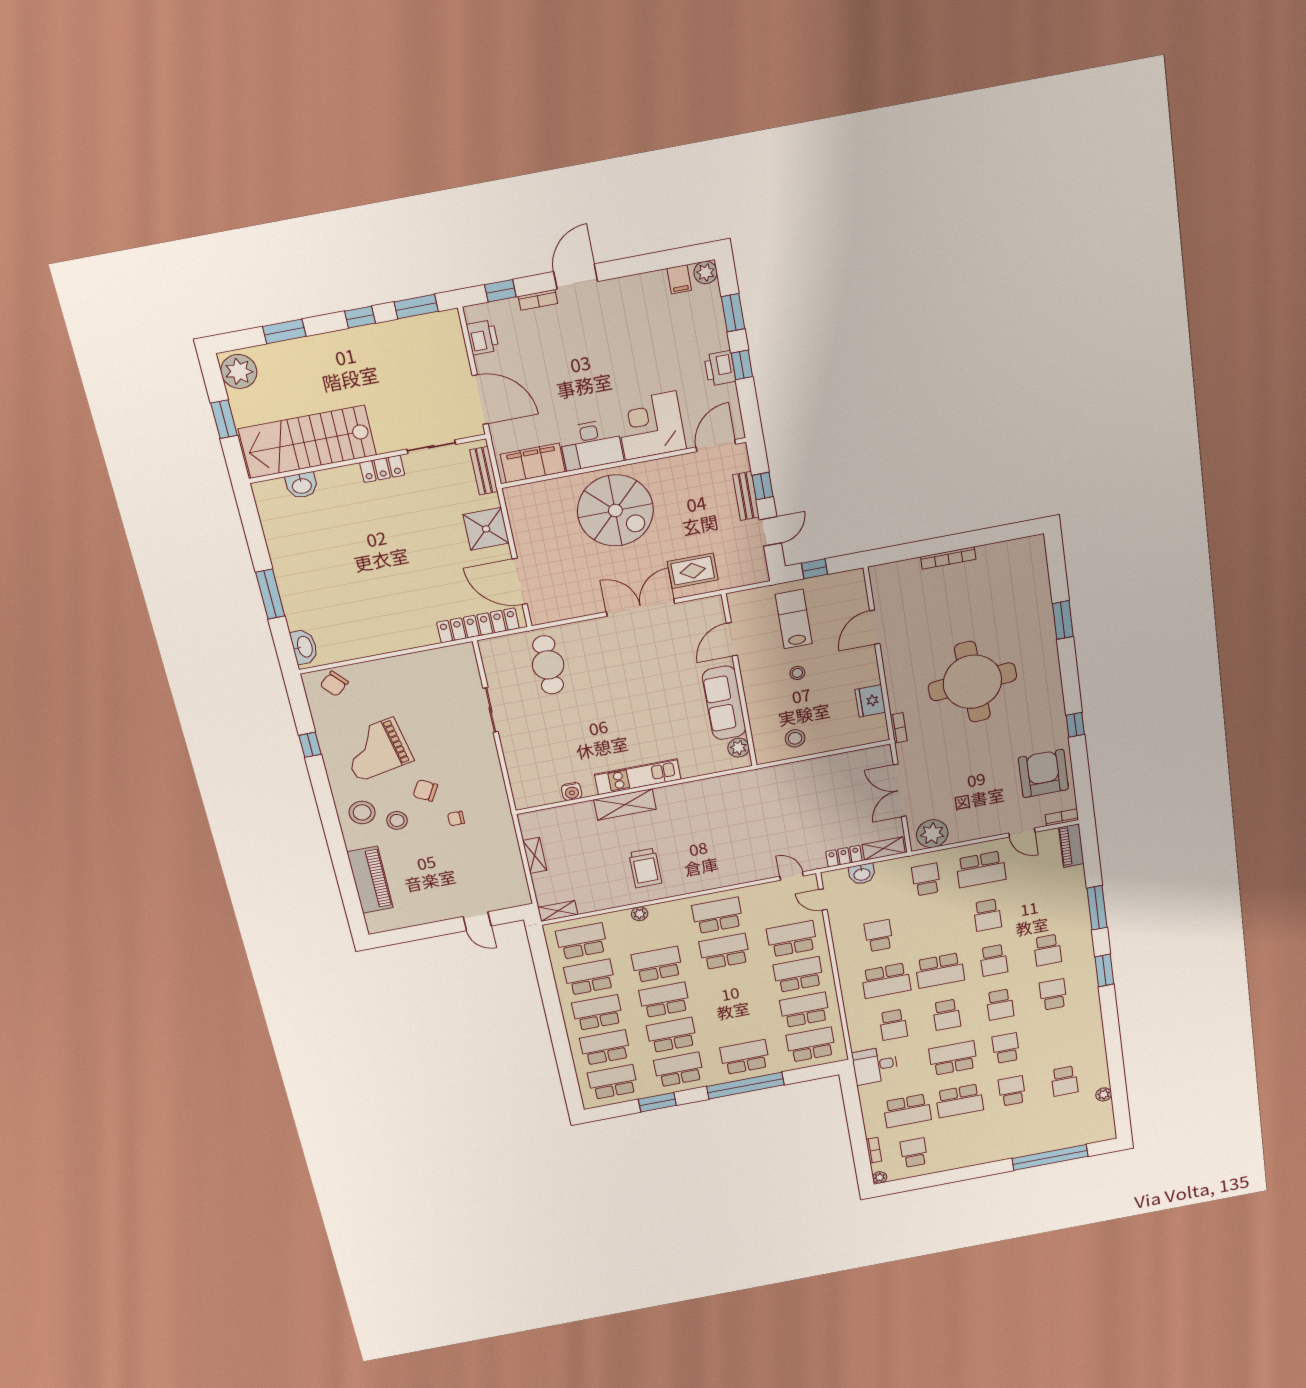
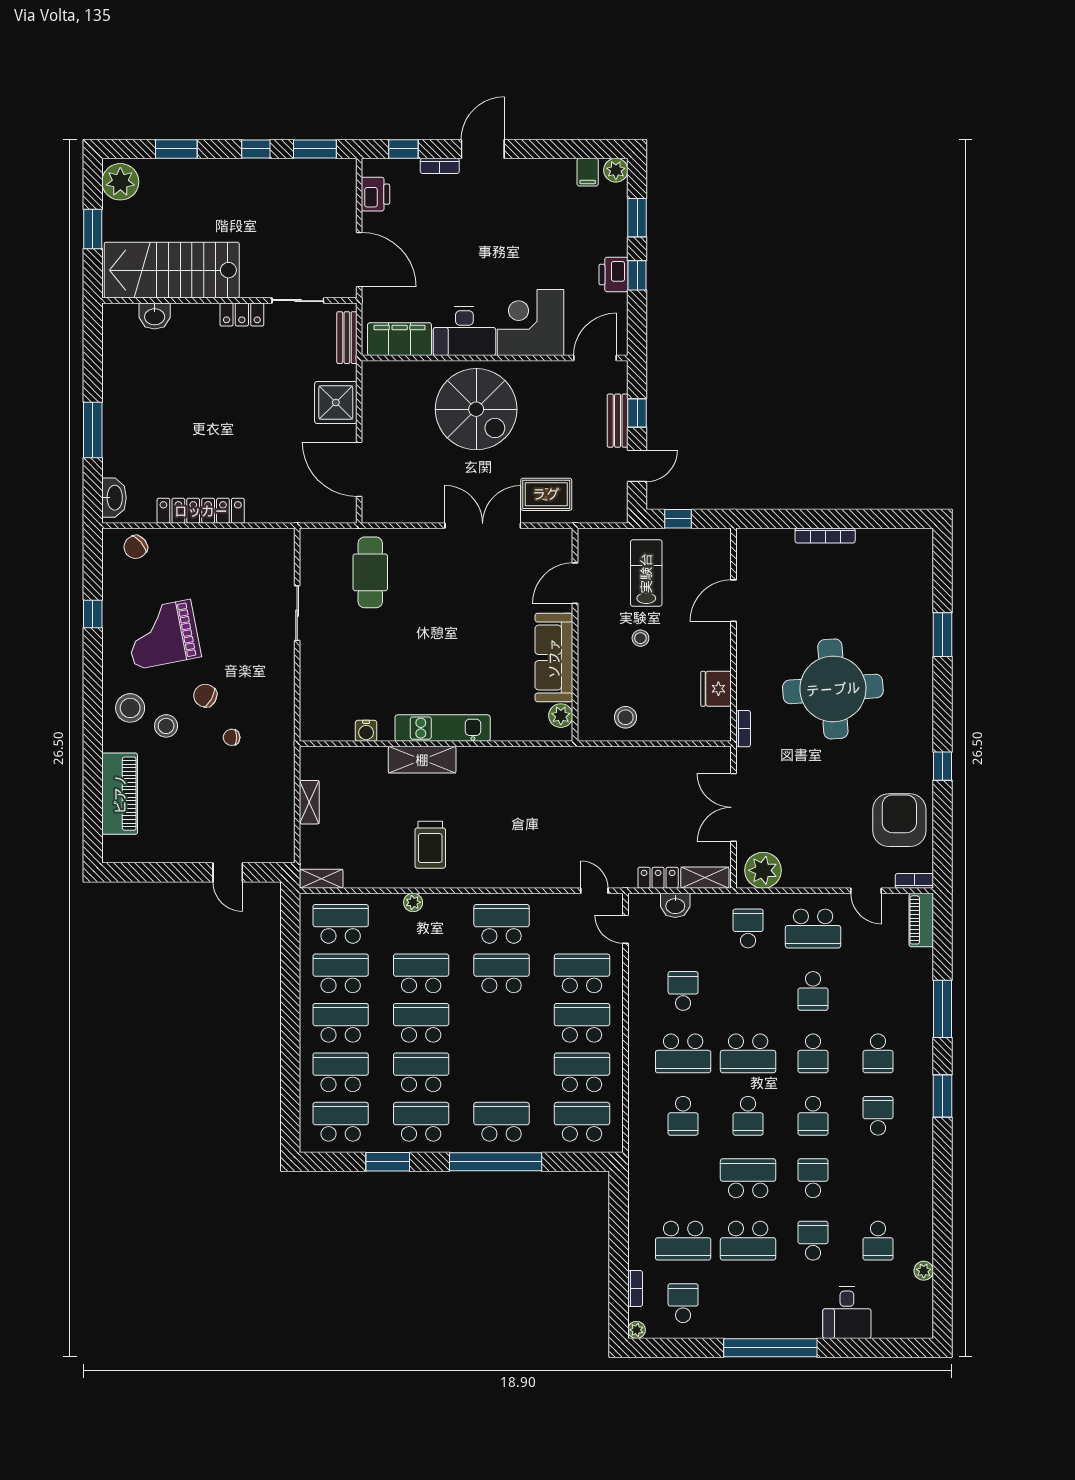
locker: (478, 625) -> (201, 511), moved
desk: (875, 1065) -> (847, 1313), moved, turned -90
window: (1050, 1157) -> (770, 1348), moved

